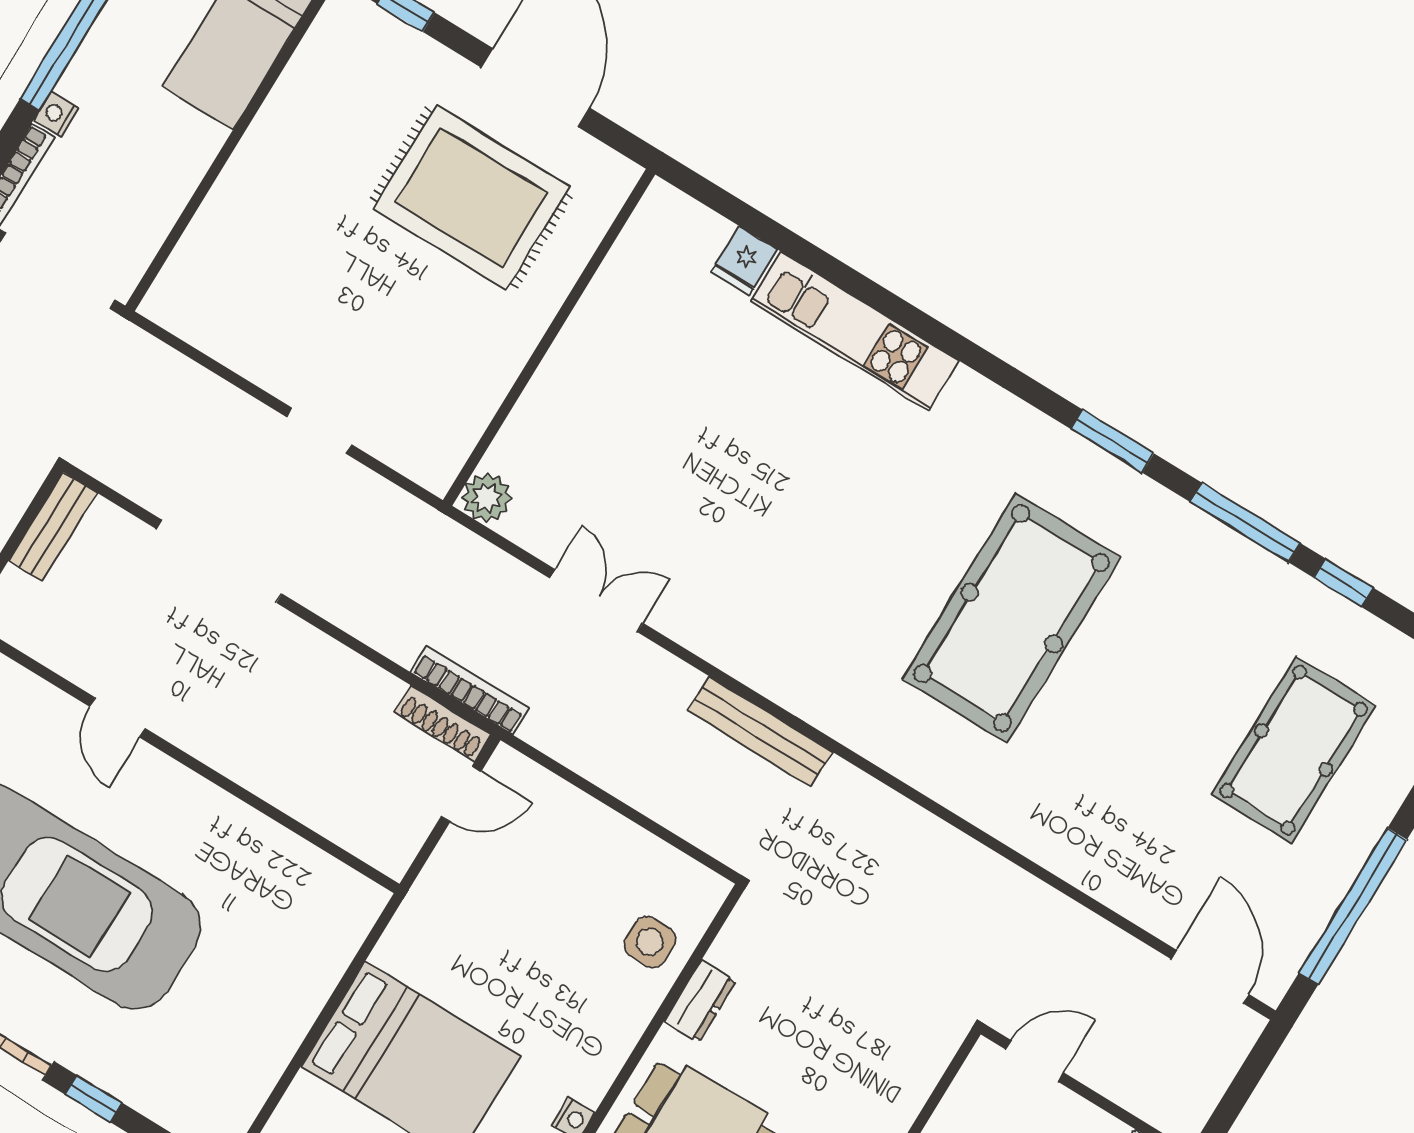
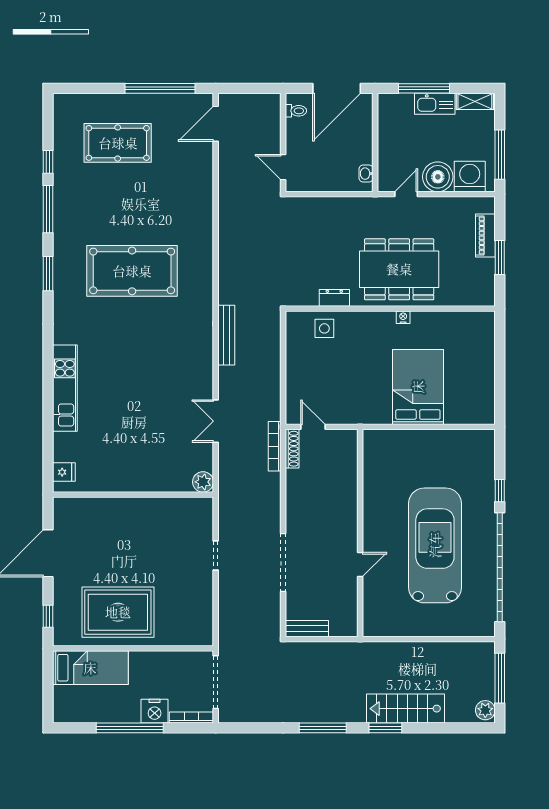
nightstand: (56, 114) -> (155, 711), width x1.89, depth x1.79
rug: (471, 198) -> (118, 612), moved, turned 90
fridge: (744, 261) -> (64, 472), moved

